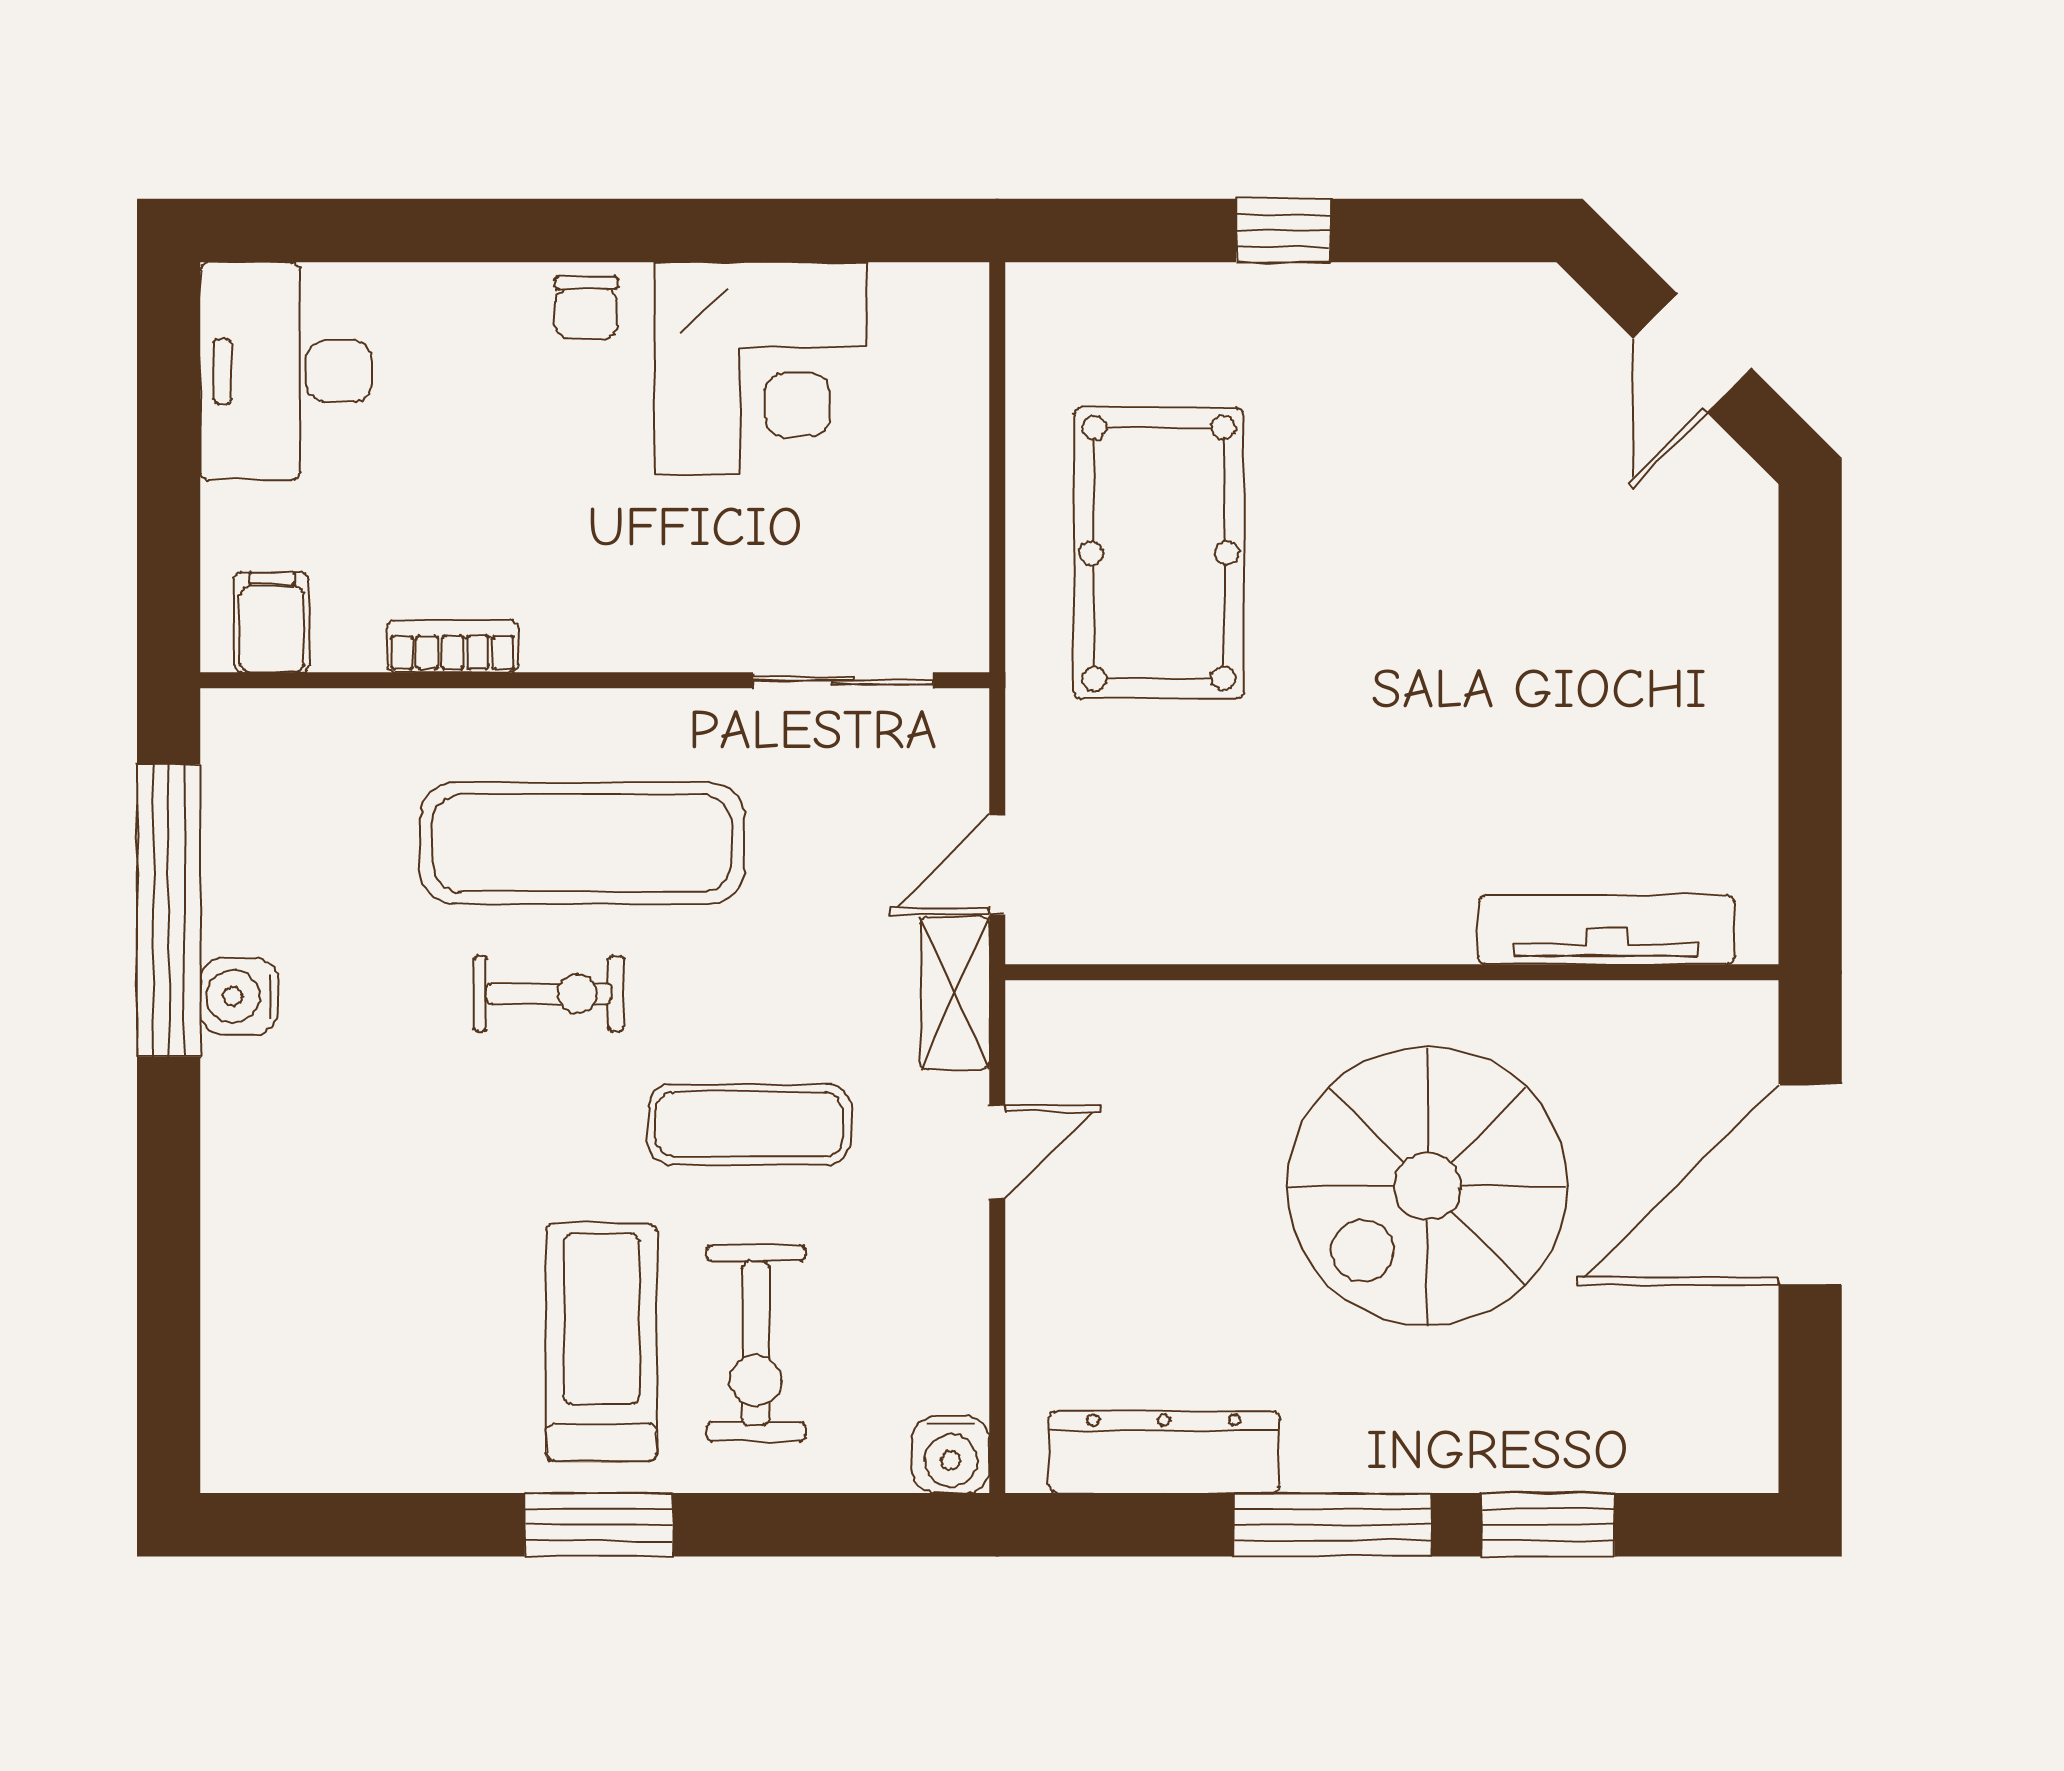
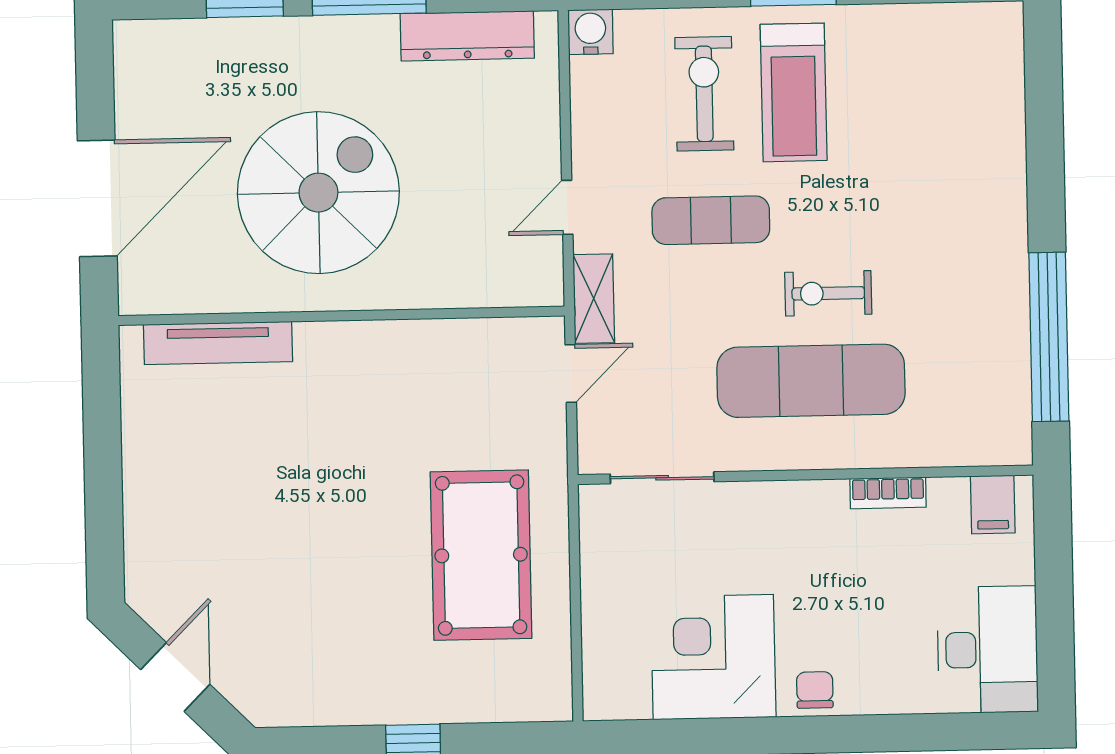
water cooler: (239, 996) -> (1007, 288), removed

